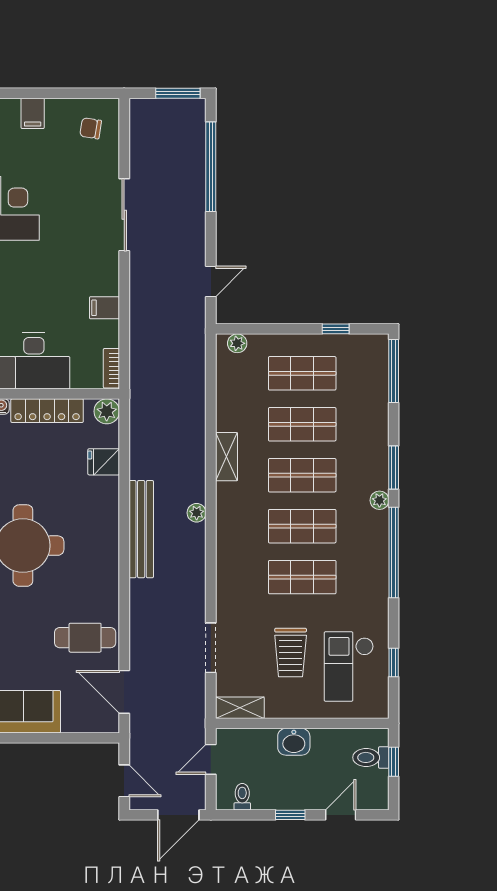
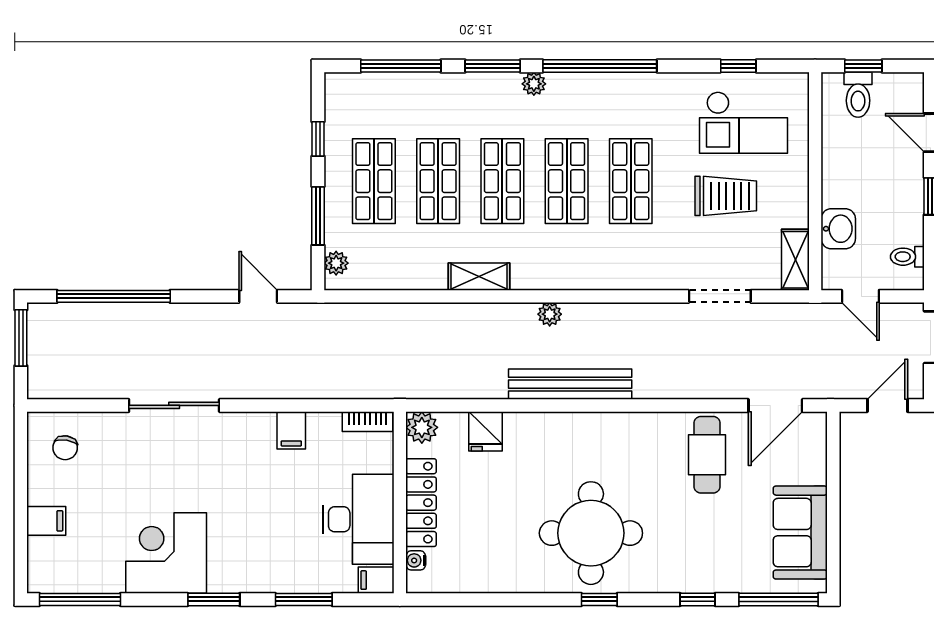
window: (275, 329) -> (318, 216), added
window: (394, 371) -> (401, 66), moved
washbasin: (294, 742) -> (838, 229), moved

